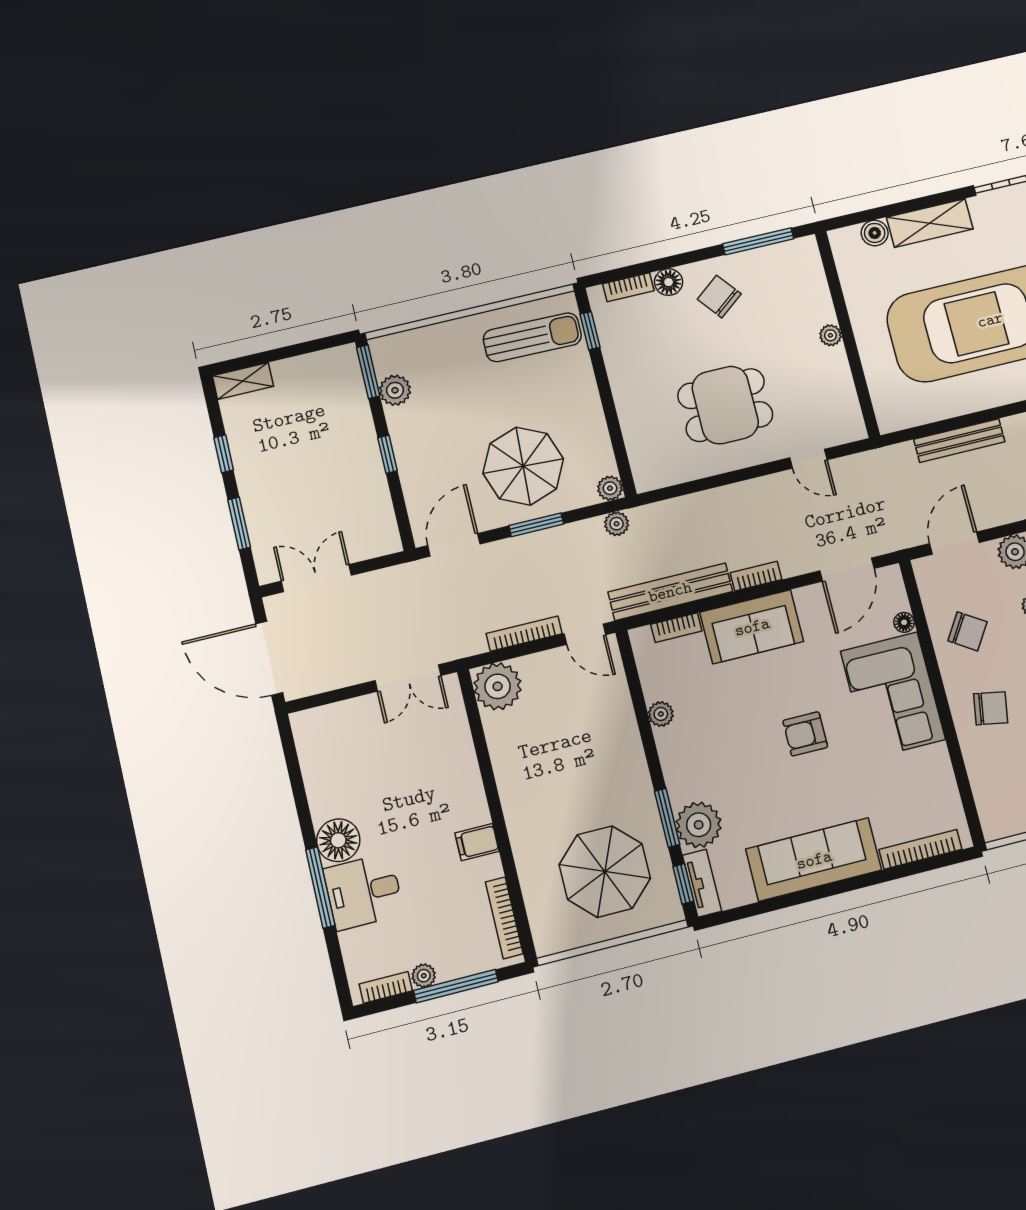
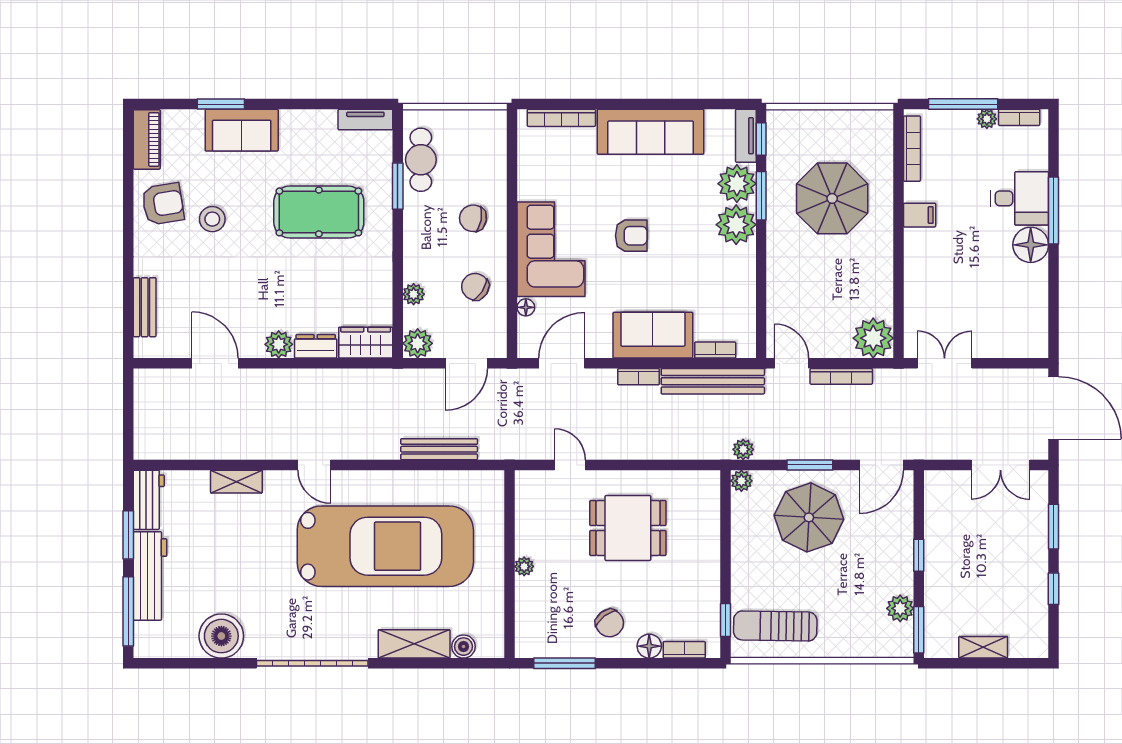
shelving: (243, 381) -> (983, 647), moved
plant: (661, 714) -> (736, 225), moved, width x1.87, depth x1.87
parasol: (605, 872) -> (832, 198), moved

